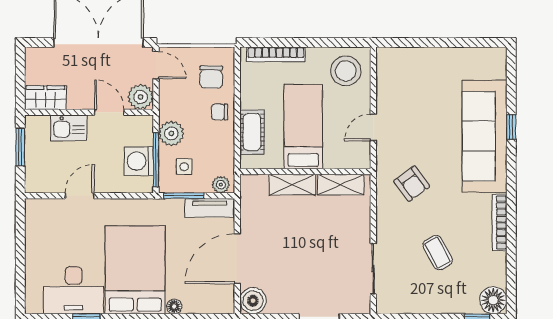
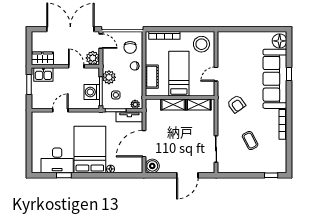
kitchen sink: (69, 128) -> (43, 74), moved
floor lamp: (493, 300) -> (280, 41), moved

